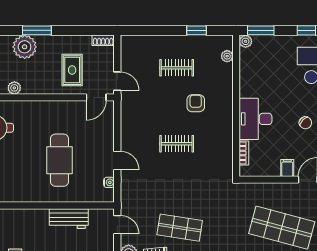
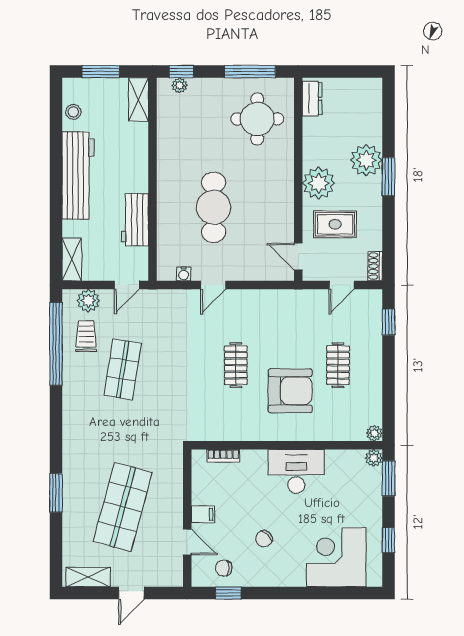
window: (196, 30) -> (389, 322), moved
plant: (227, 56) -> (374, 433), moved
door: (117, 81) -> (342, 285), moved
plant: (14, 88) -> (319, 183), moved, width x1.88, depth x1.88
armchair: (196, 103) -> (290, 391), width x1.88, depth x1.88
desk: (255, 119) -> (296, 471), moved
cafe table: (59, 160) -> (214, 207), turned 90

